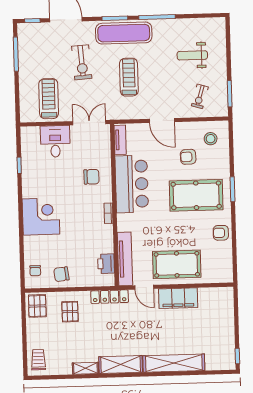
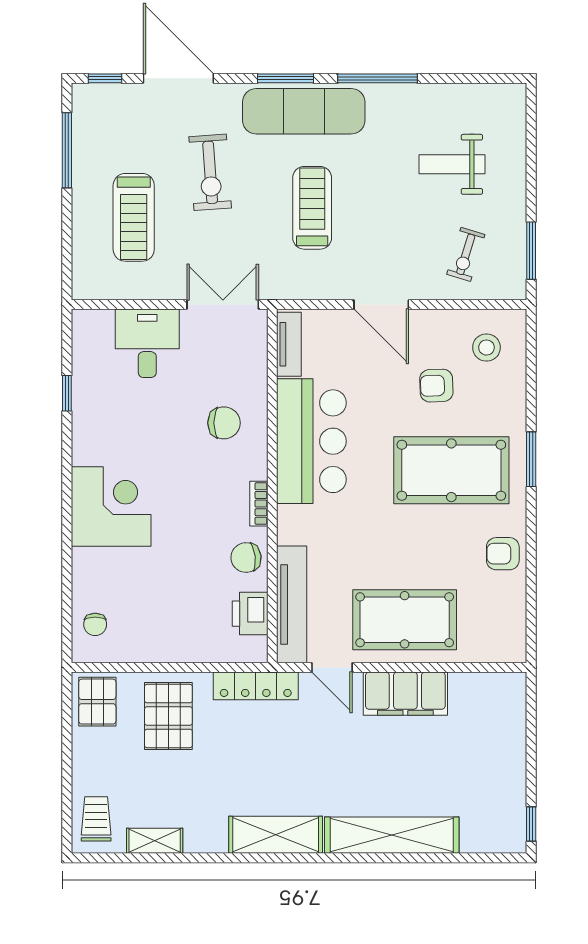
treadmill: (49, 99) -> (134, 217), moved, turned 180
chair: (61, 274) -> (246, 558), moved
pallet: (70, 312) -> (168, 716), width x1.50, depth x1.42
shelving: (85, 368) -> (155, 841), moved

